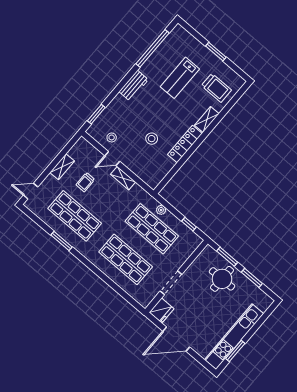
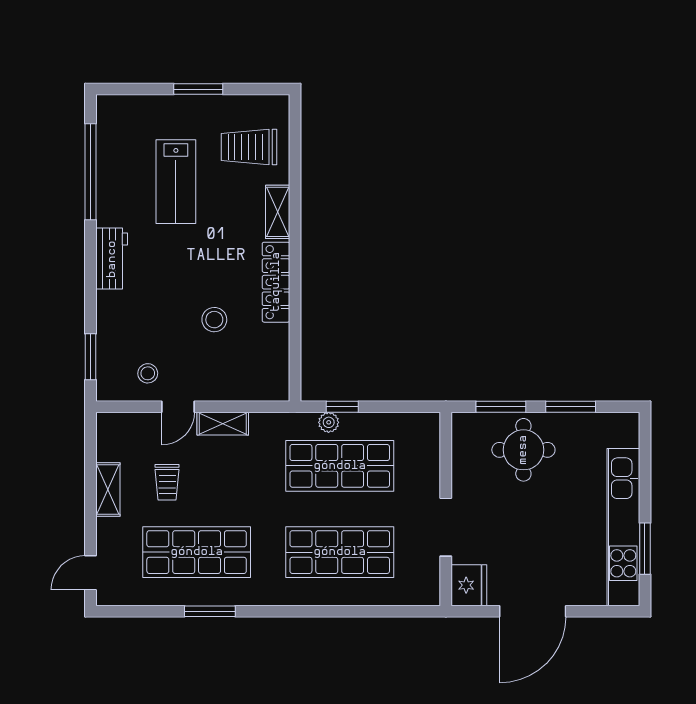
trolley: (216, 88) -> (249, 147), turned 180
window: (189, 224) -> (342, 407), moved

